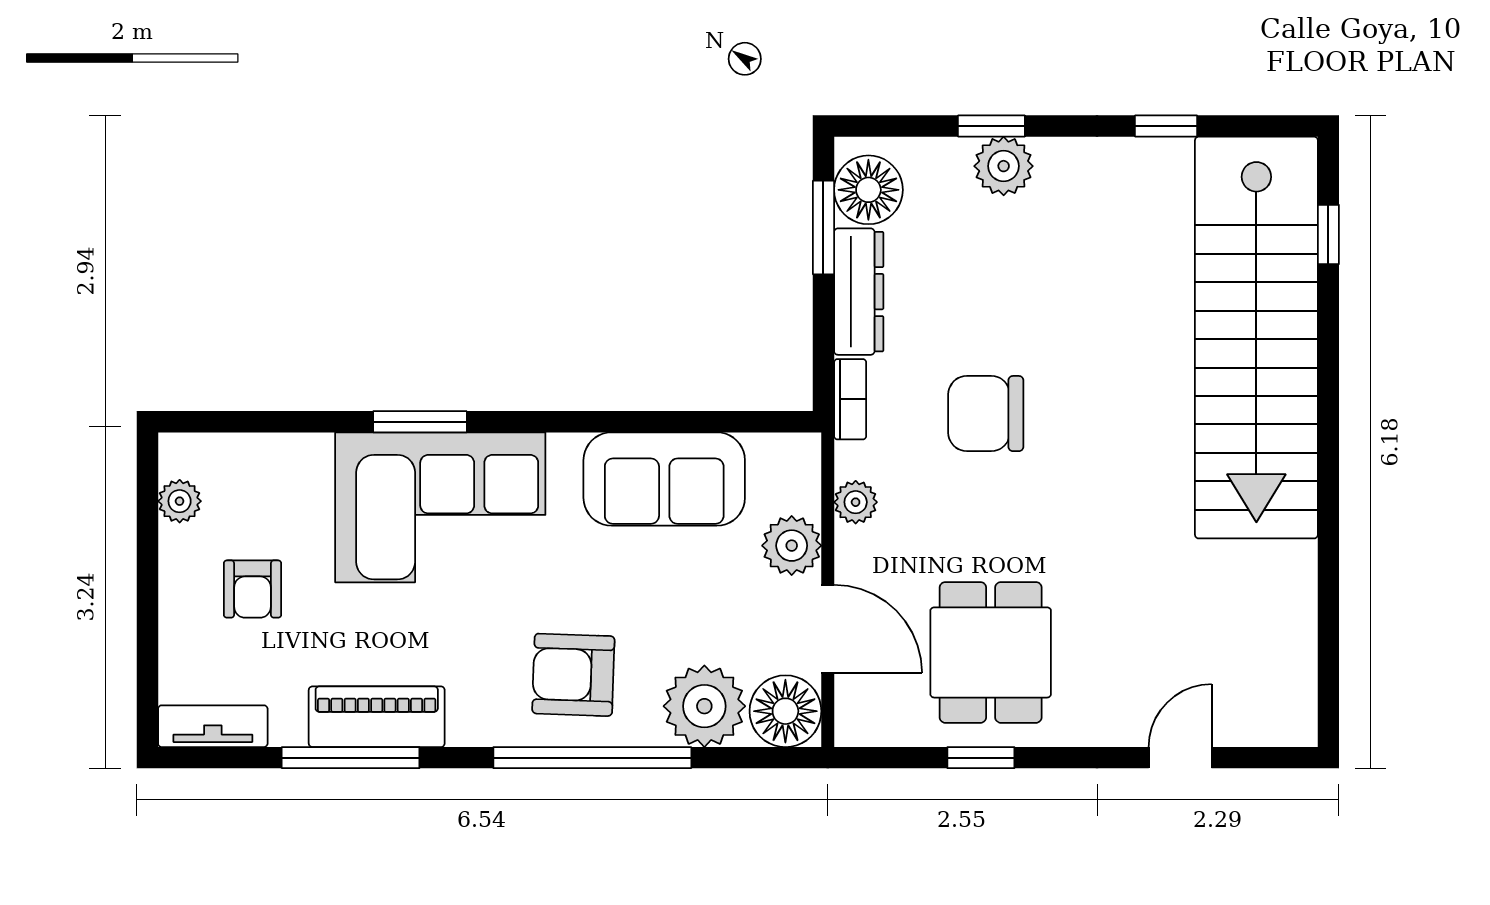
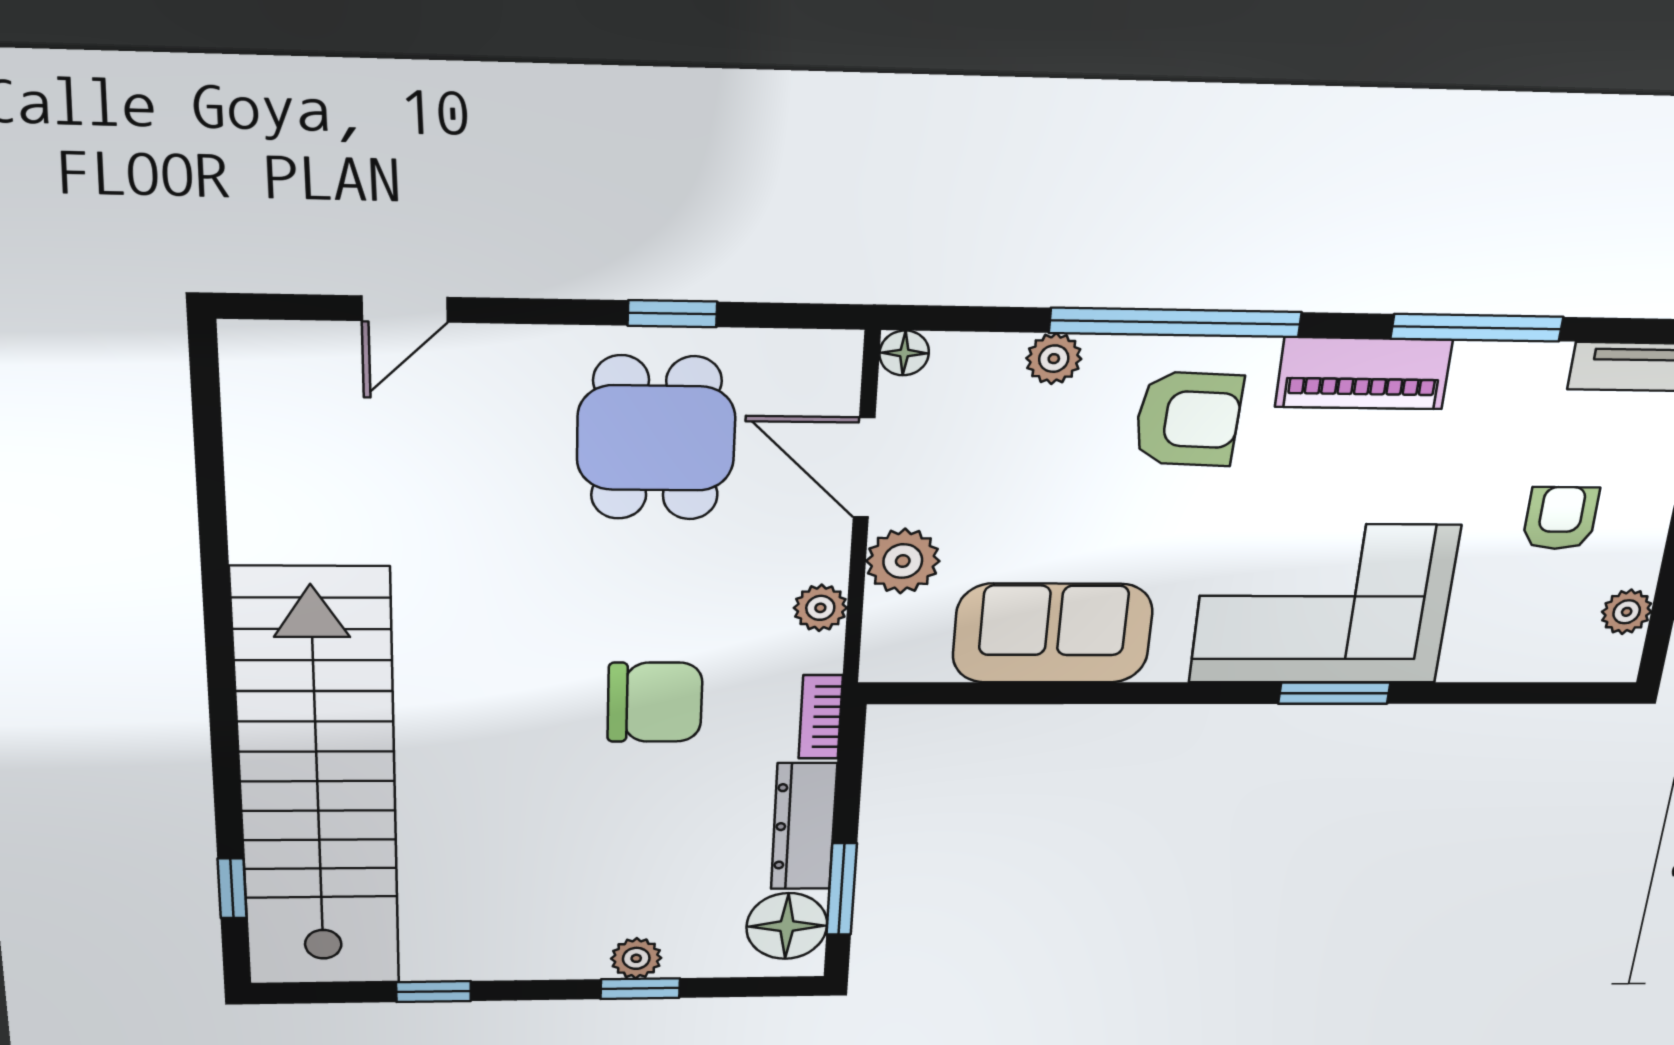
plant: (1004, 166) -> (636, 958), width x0.73, depth x0.73
plant: (704, 706) -> (1054, 359), width x0.53, depth x0.53
floor lamp: (785, 711) -> (904, 353), width x0.53, depth x0.53
piano: (377, 717) -> (1364, 373), moved

